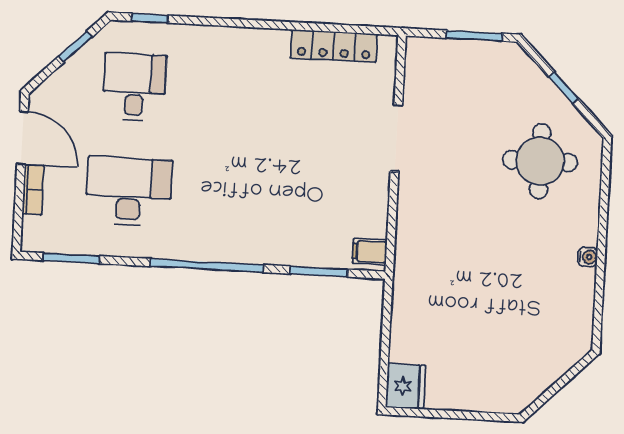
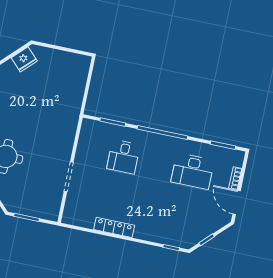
locker: (334, 46) -> (114, 227), moved
desk: (134, 87) -> (123, 157), moved
filing cabinet: (370, 252) -> (88, 128), removed
fridge: (406, 386) -> (24, 59), moved, turned -135

